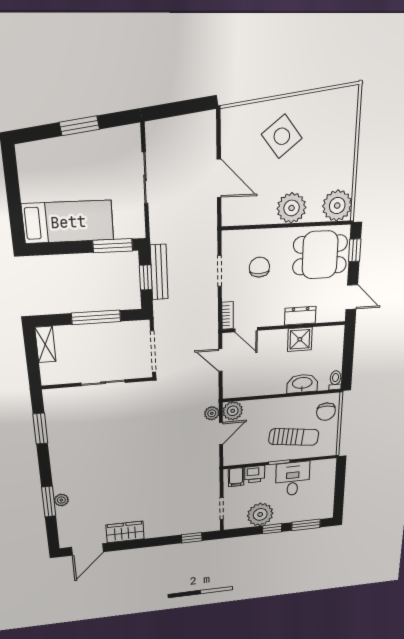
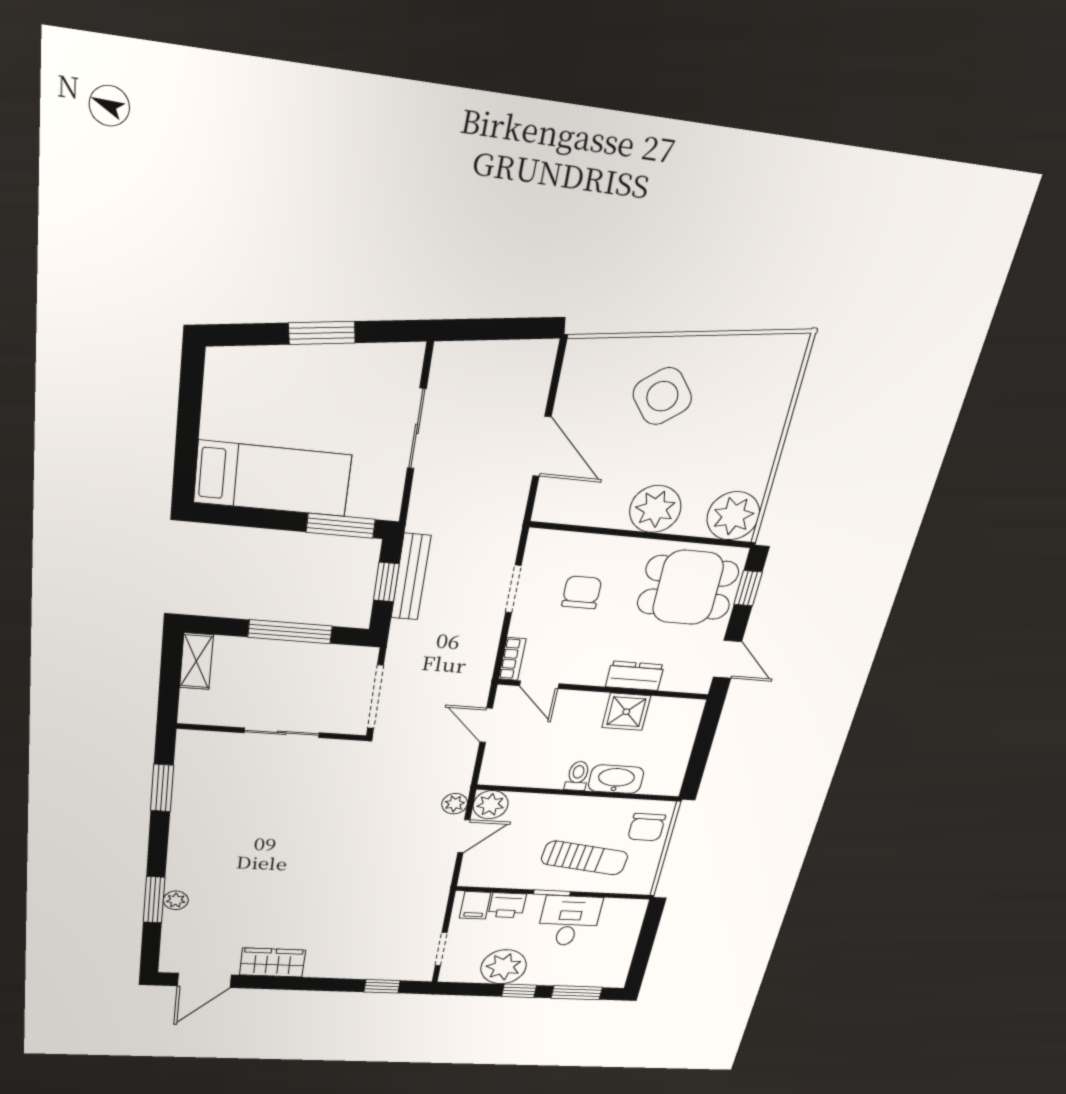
toilet: (335, 380) -> (578, 776), moved

